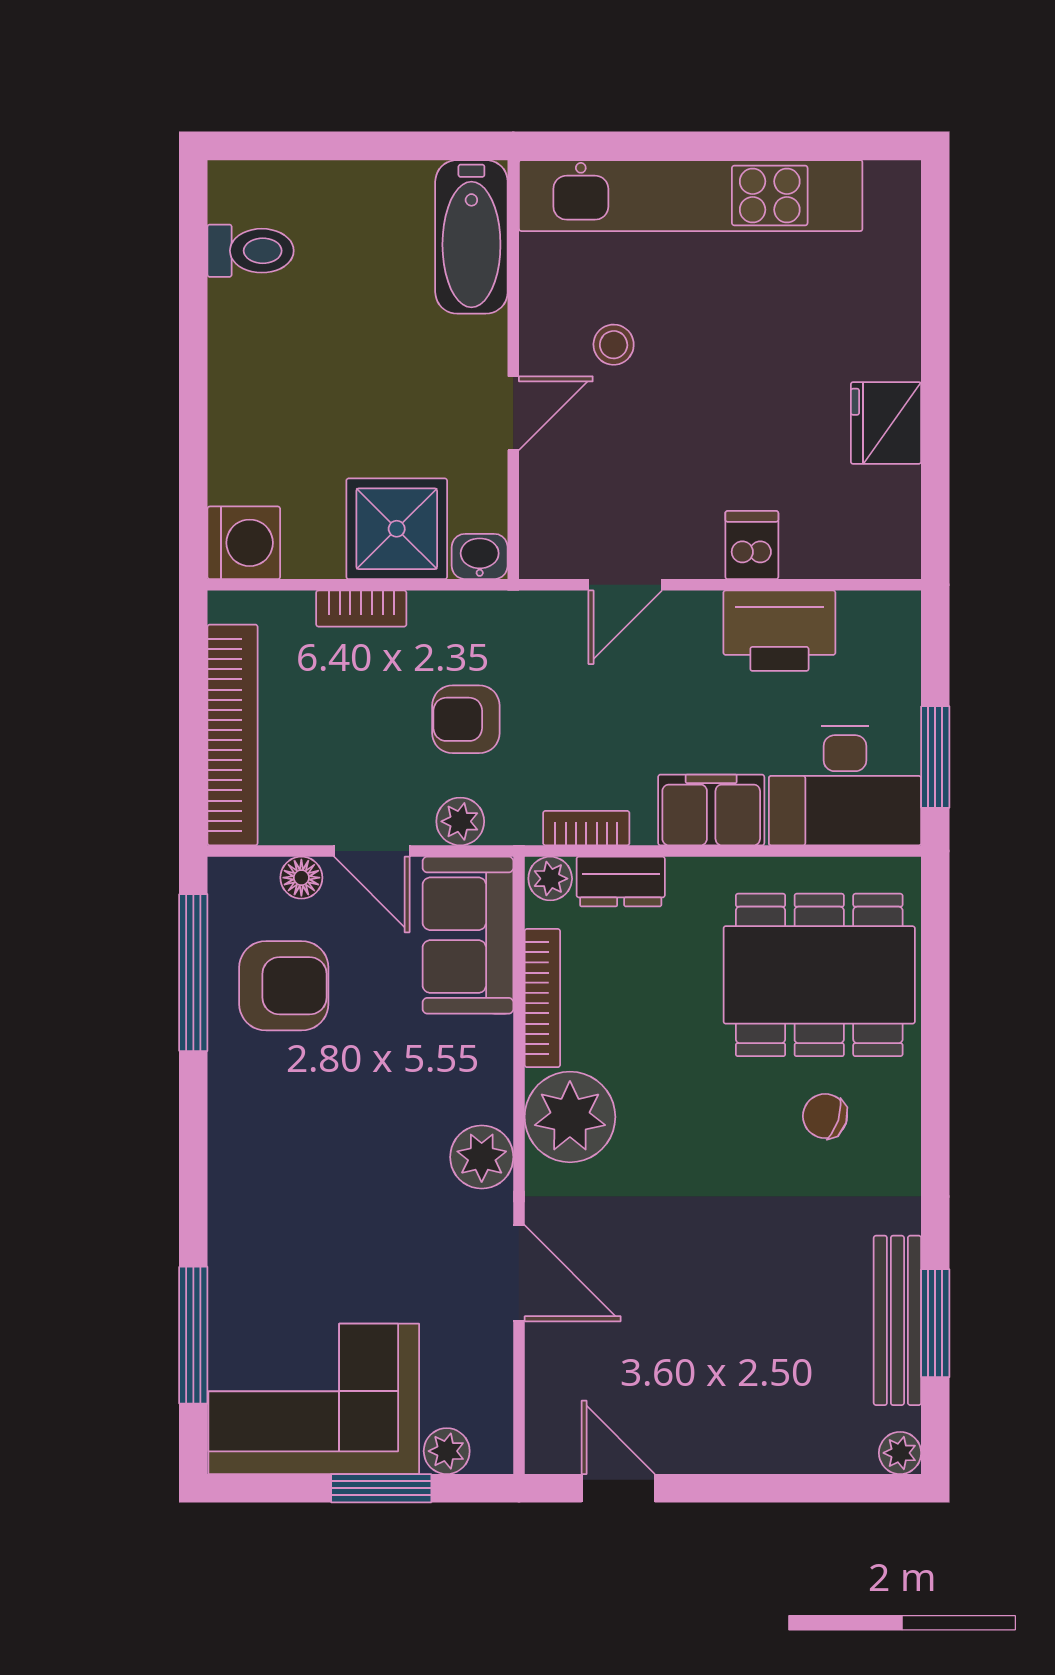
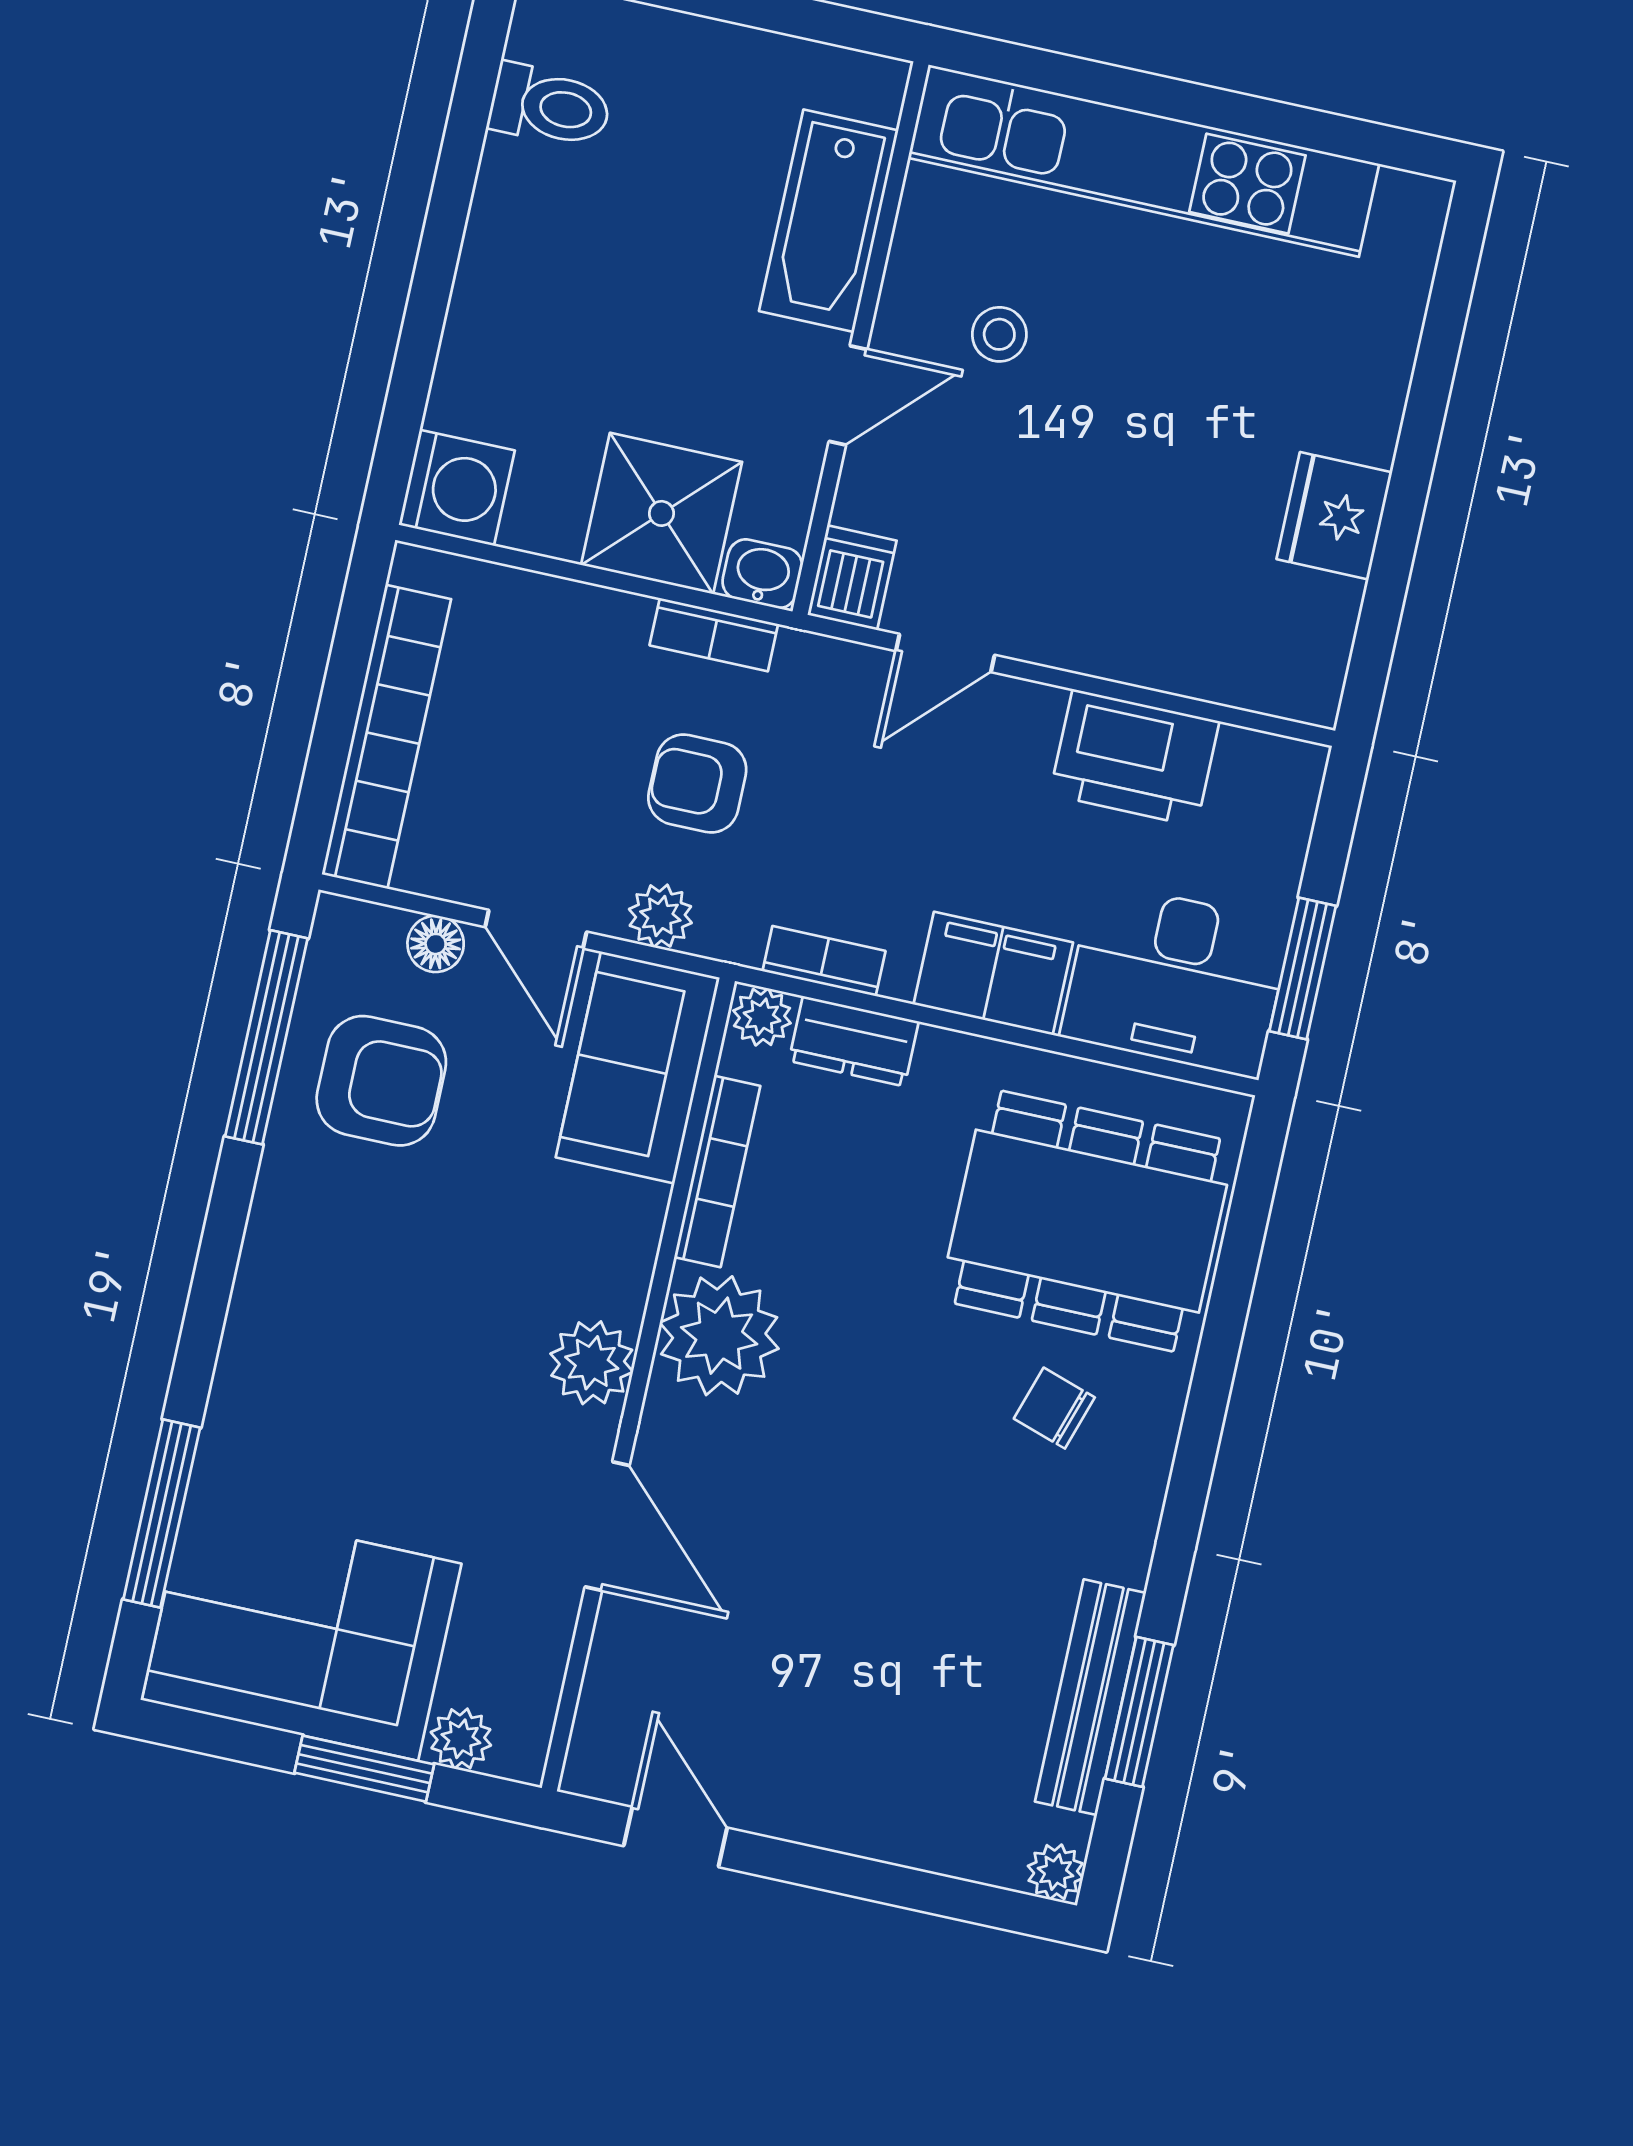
bathtub: (471, 237) -> (829, 221), moved
dishwasher: (752, 545) -> (852, 578), moved
bookcase: (361, 609) -> (714, 635), moved

